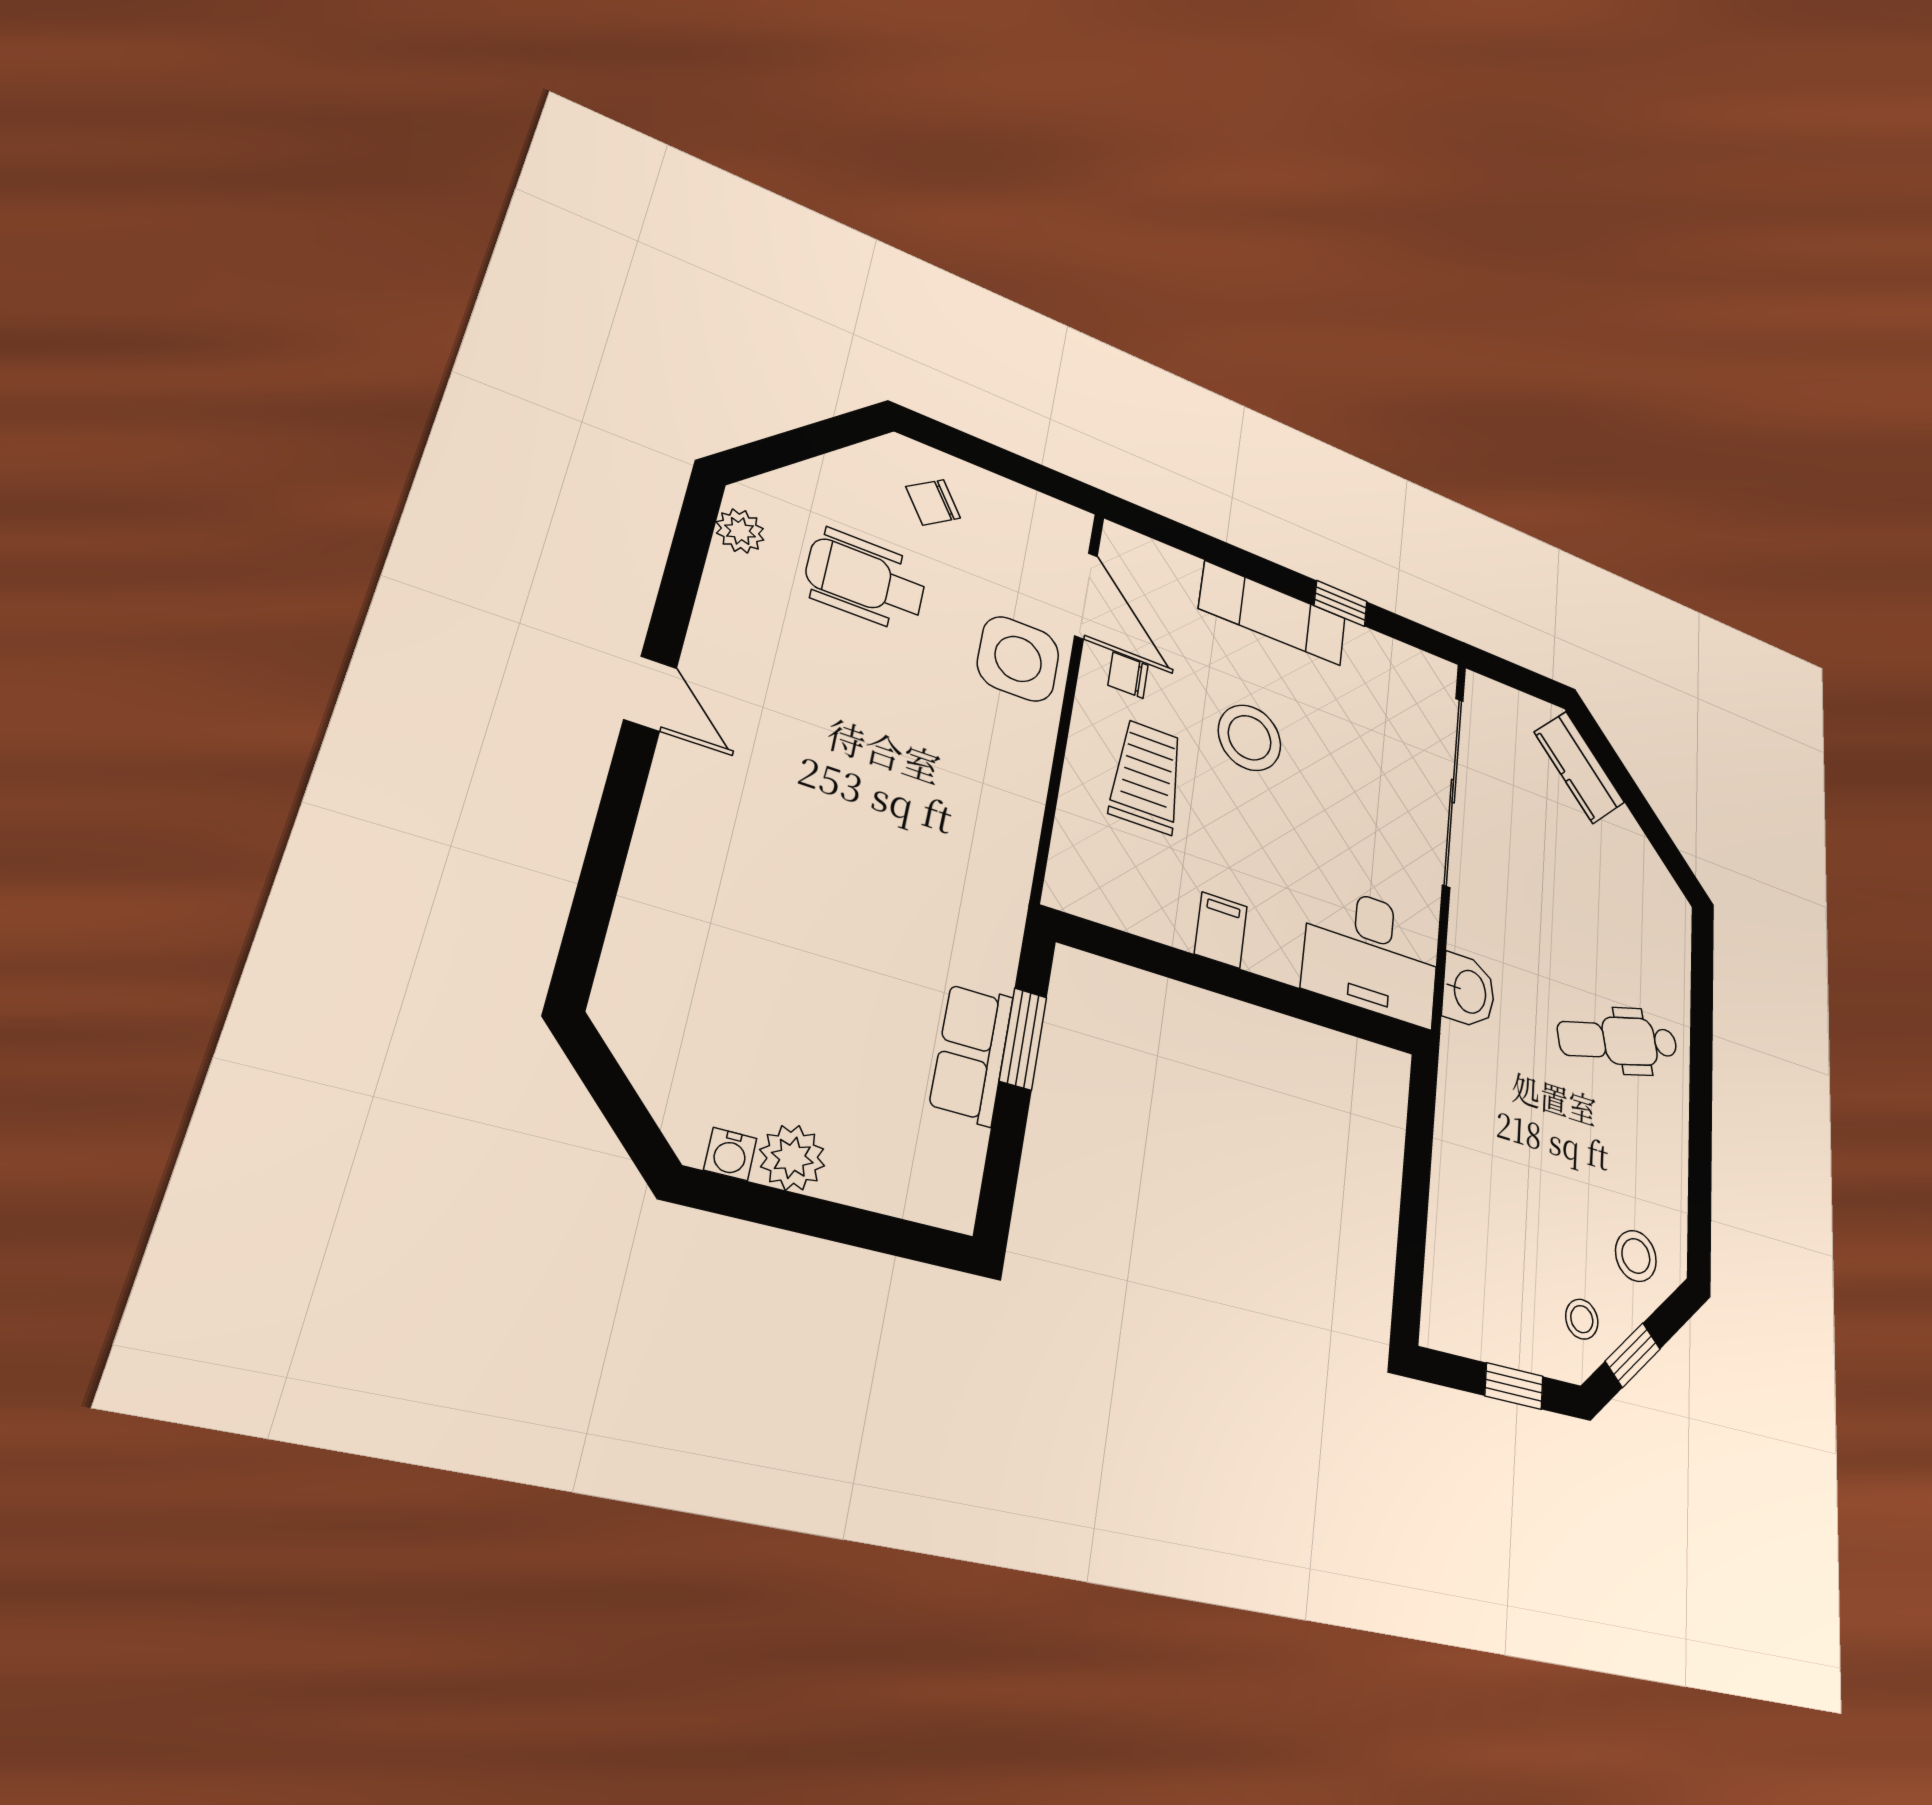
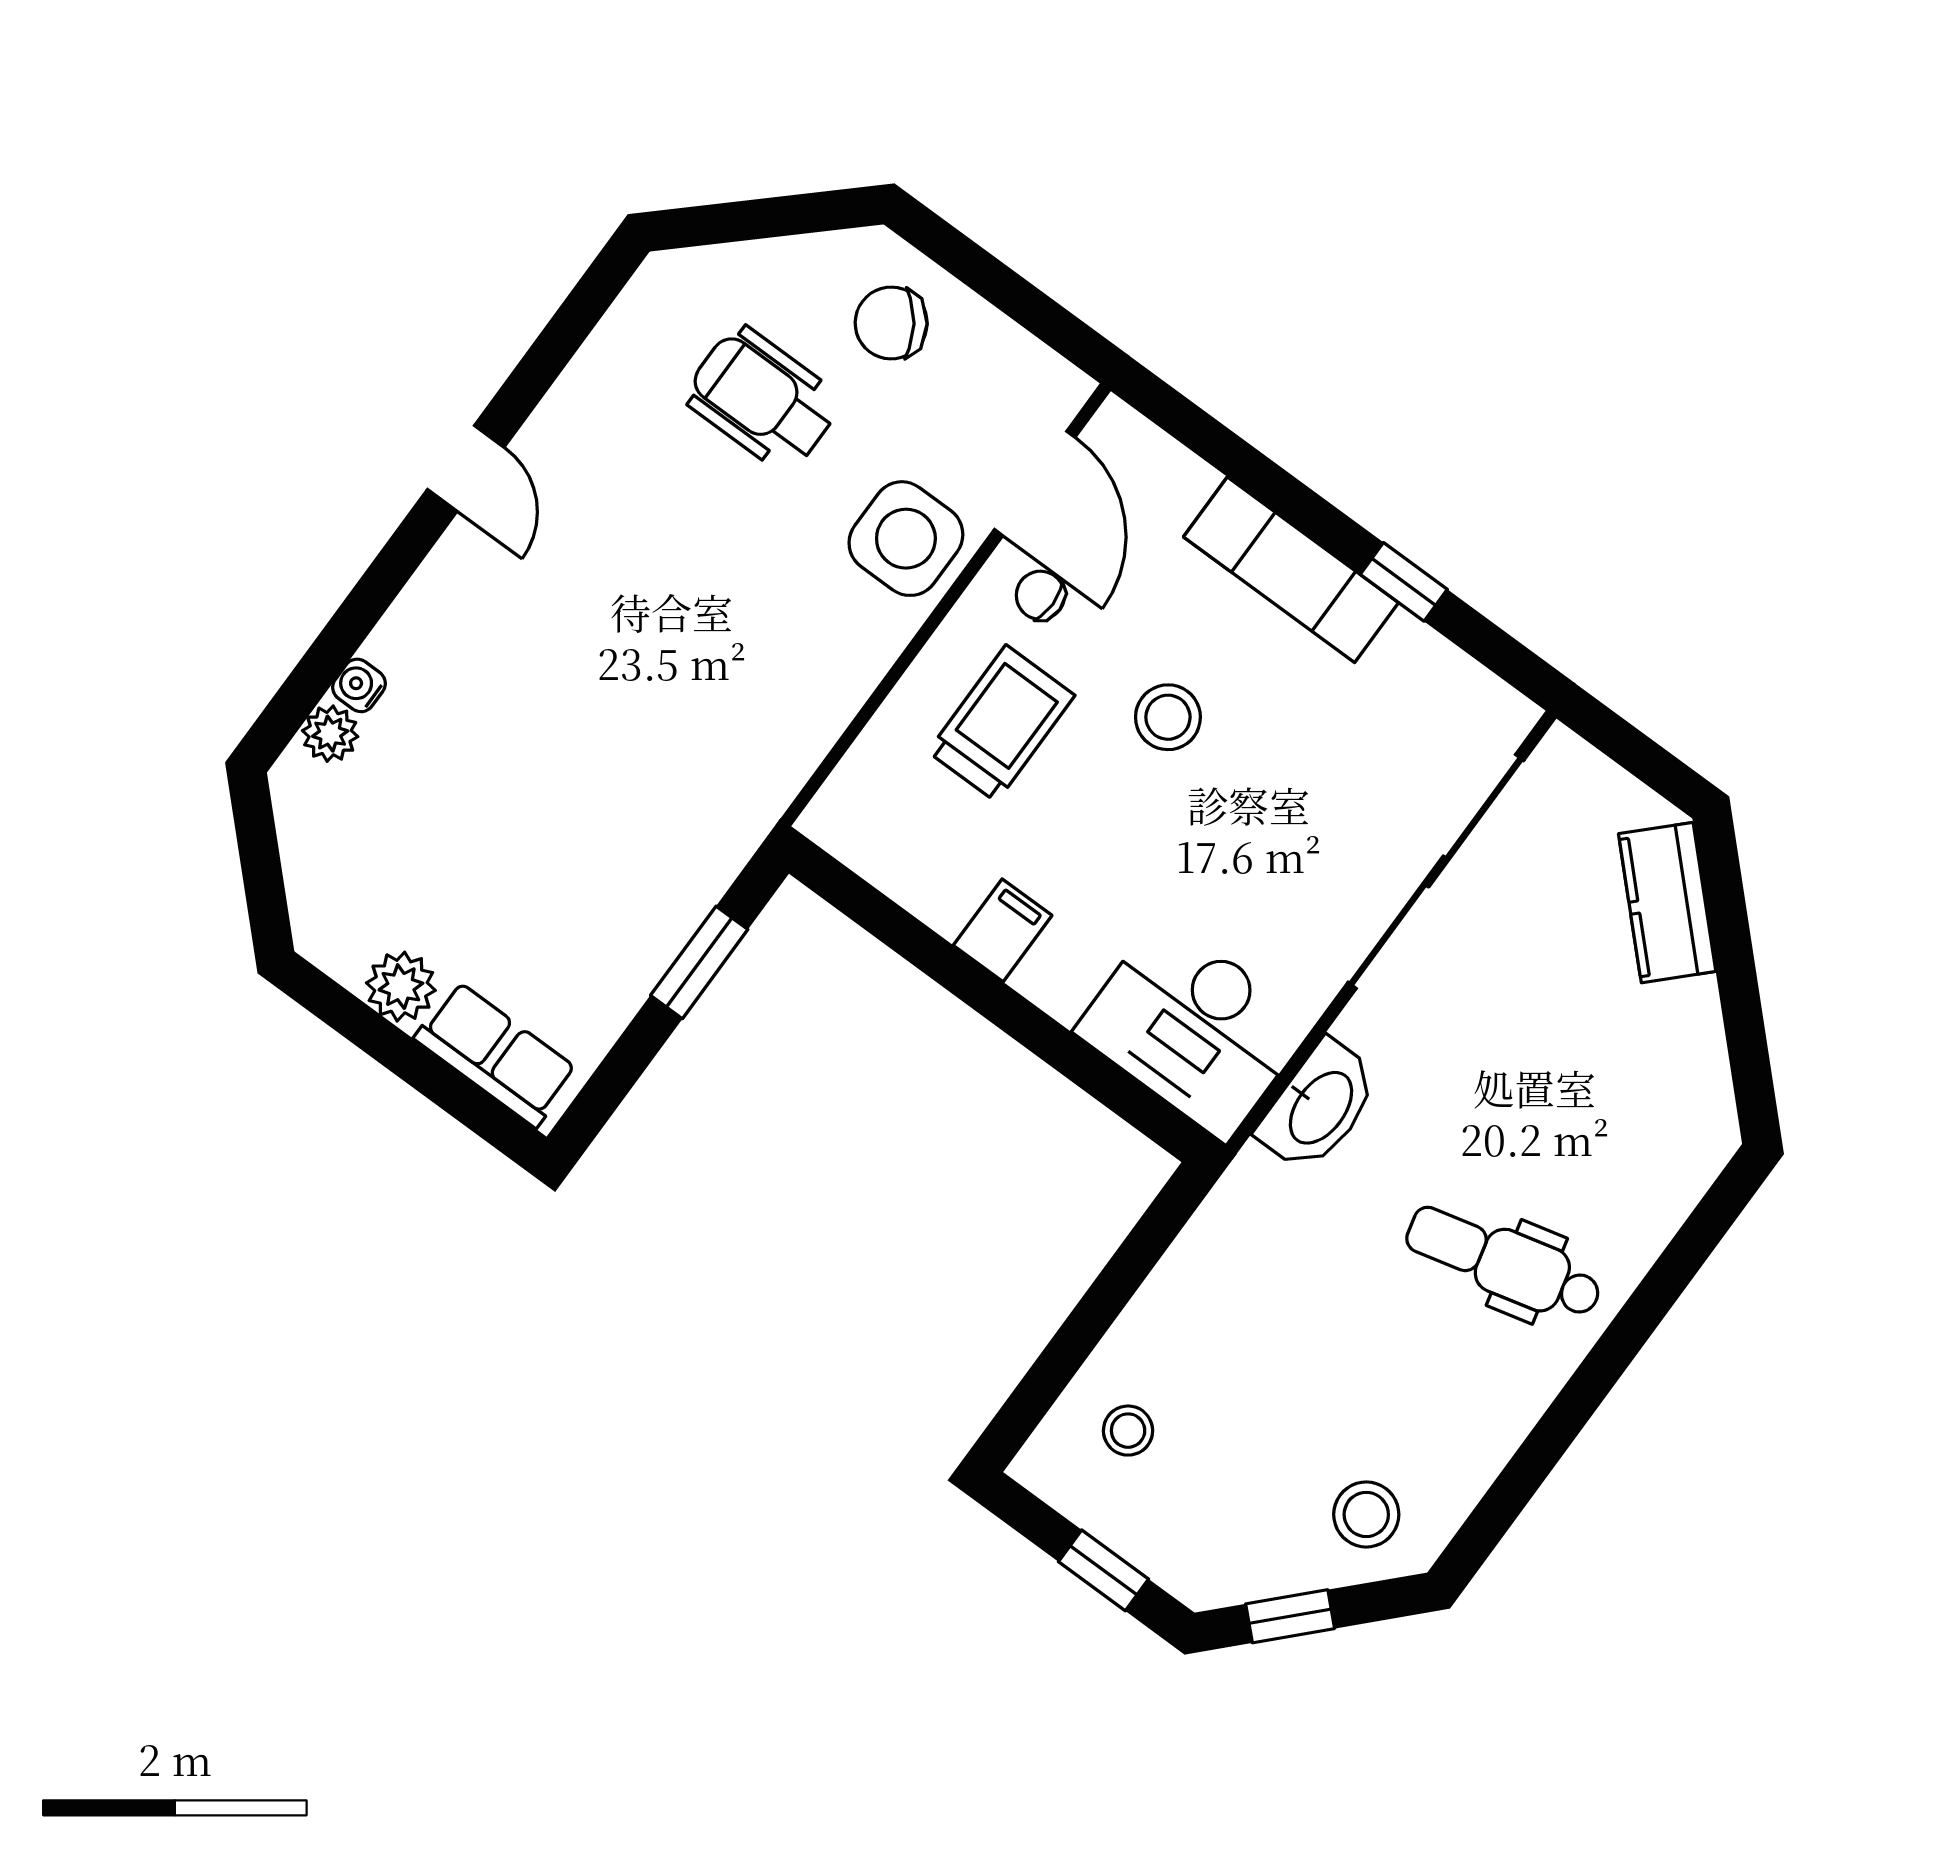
chair: (933, 502) -> (891, 323), width x1.37, depth x1.37
plant: (740, 531) -> (330, 734), moved
stool: (1250, 738) -> (1168, 717), width x0.73, depth x0.73
washbasin: (1469, 991) -> (1319, 1106), width x1.38
row of seats: (971, 1053) -> (496, 1054), moved, turned 90
water cooler: (730, 1154) -> (359, 685), moved, turned 90
stool: (1582, 1319) -> (1128, 1431), moved

